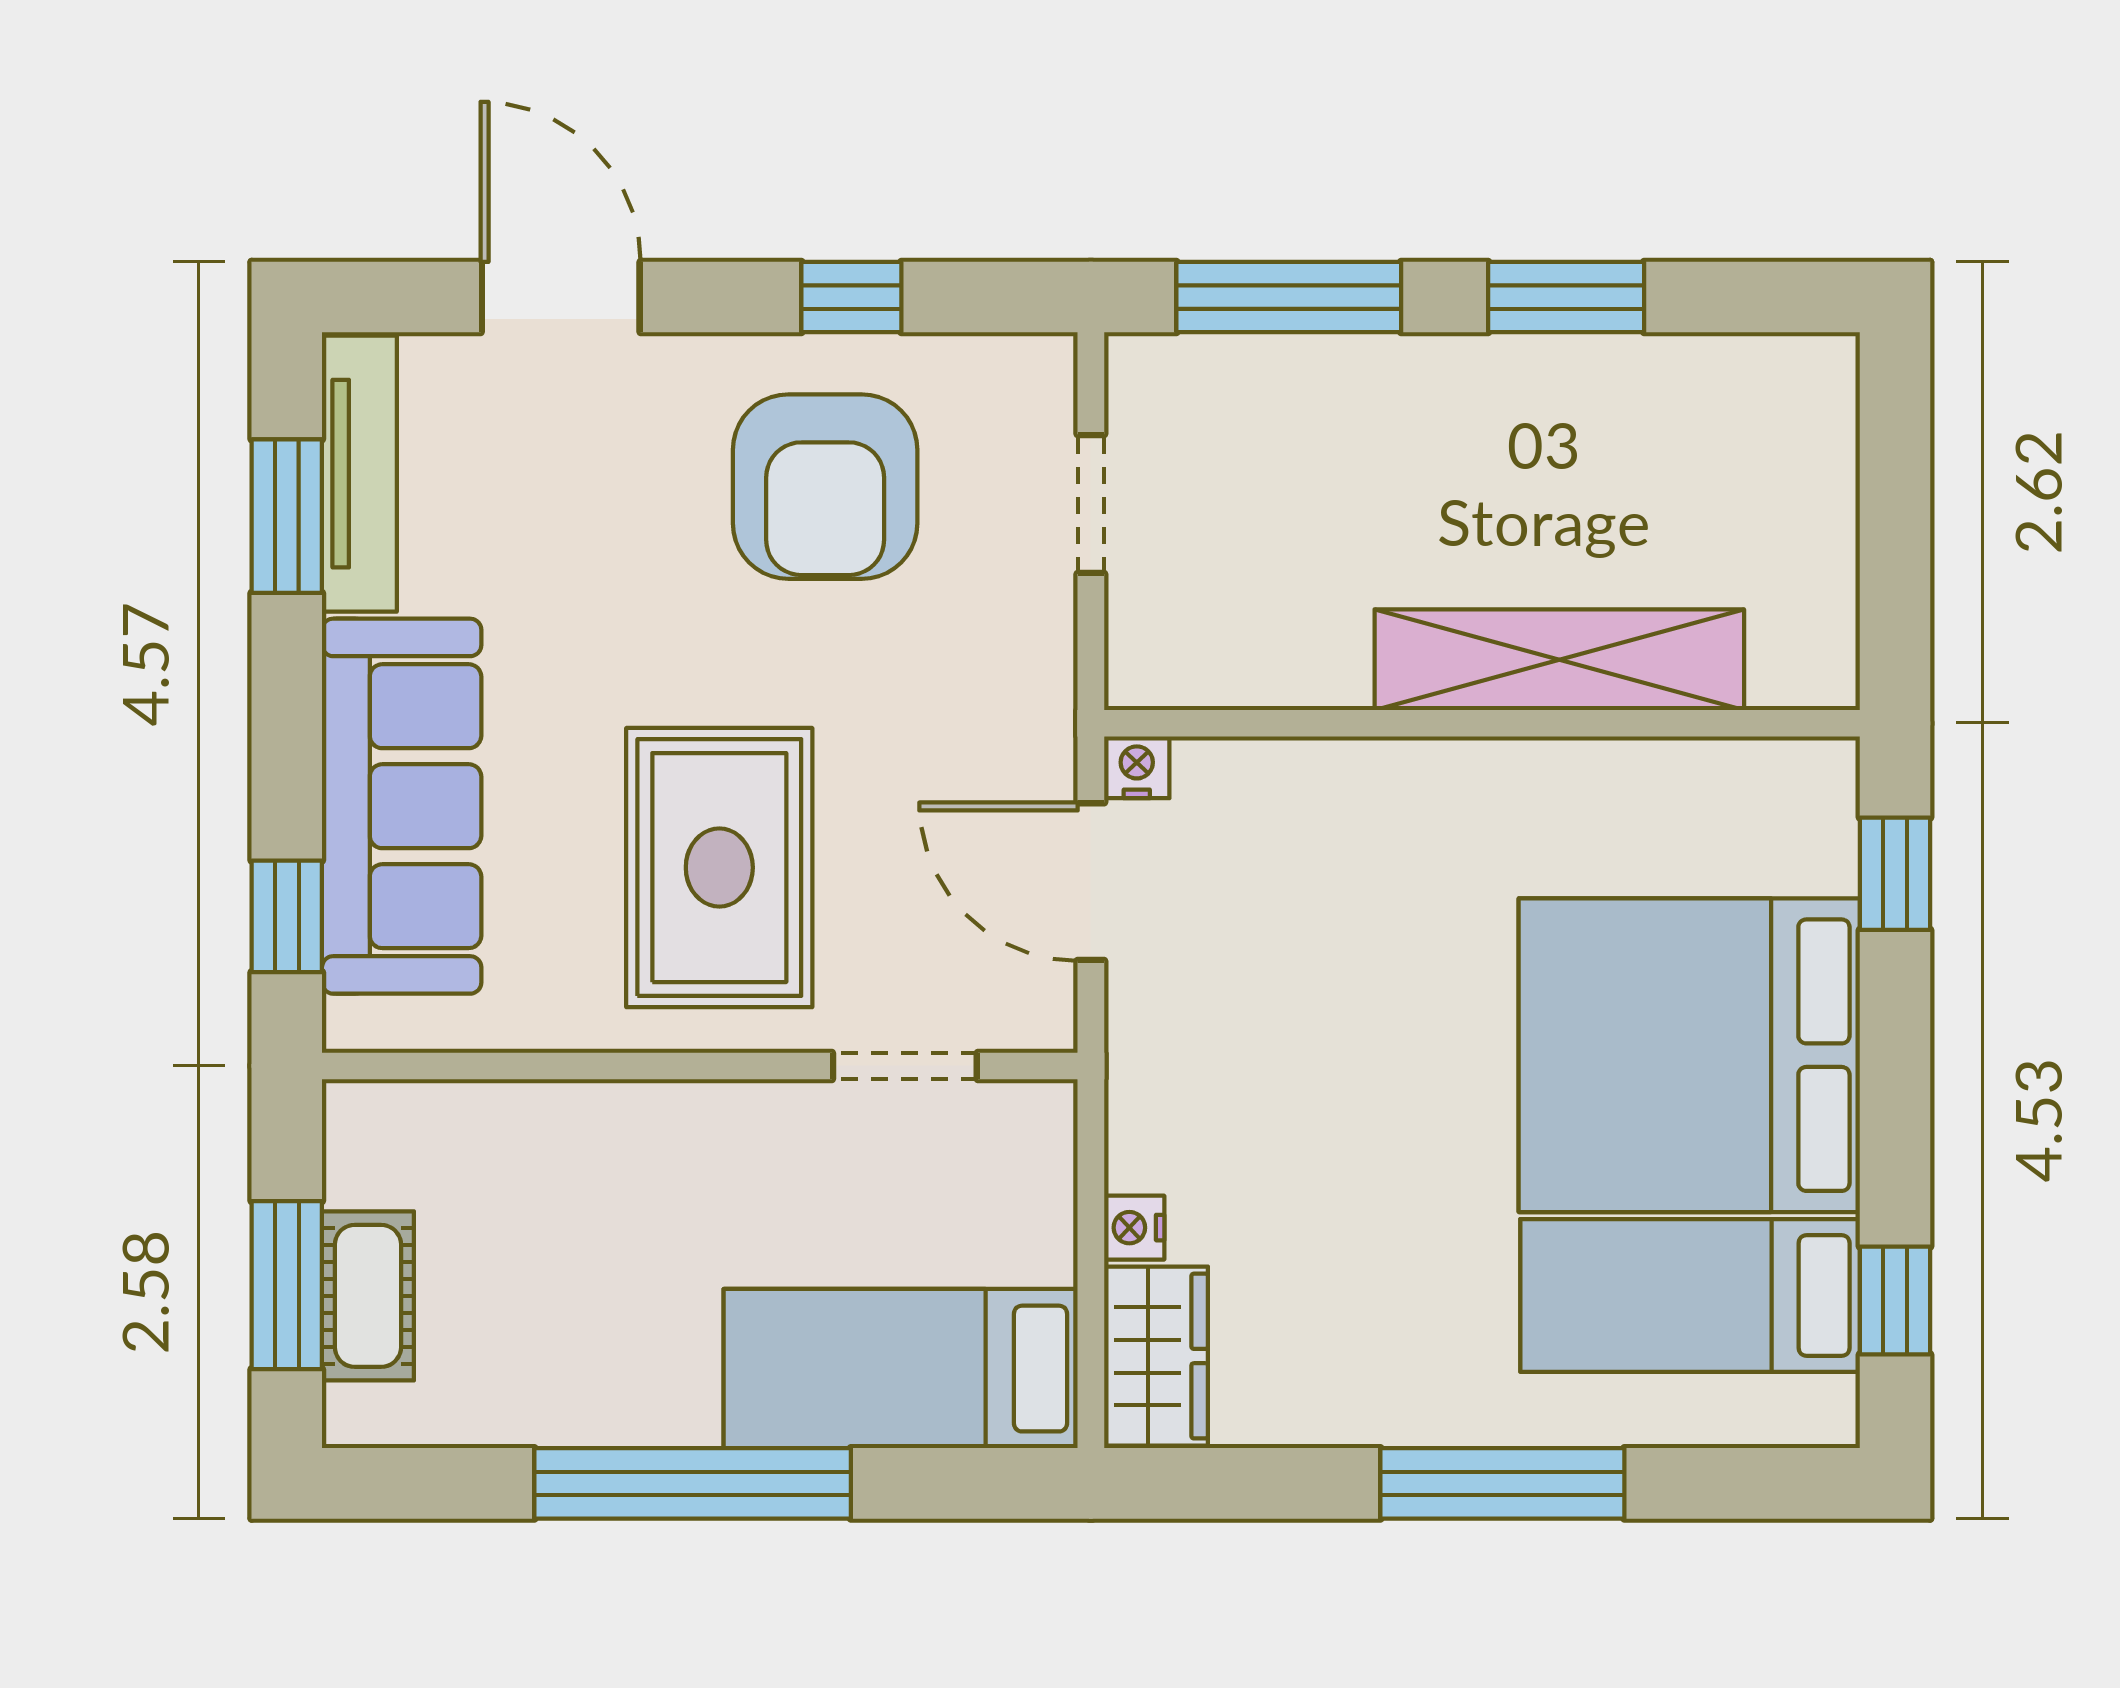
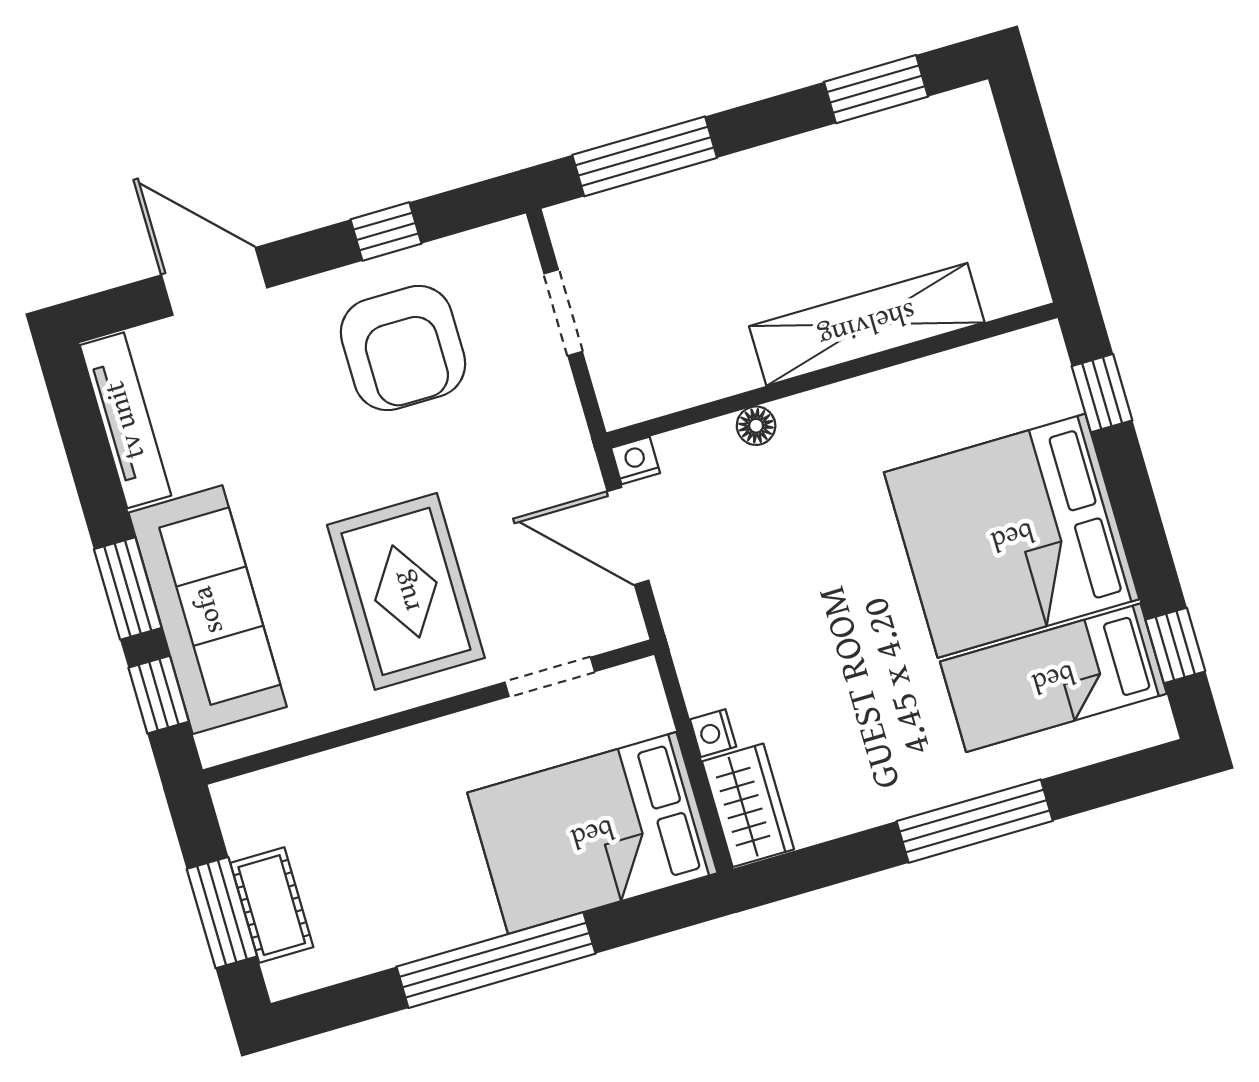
window: (1566, 297) -> (876, 89), moved
window: (287, 516) -> (128, 588), moved
floor lamp: (1341, 768) -> (756, 426), added
bed: (901, 1369) -> (592, 833), width x1.50

